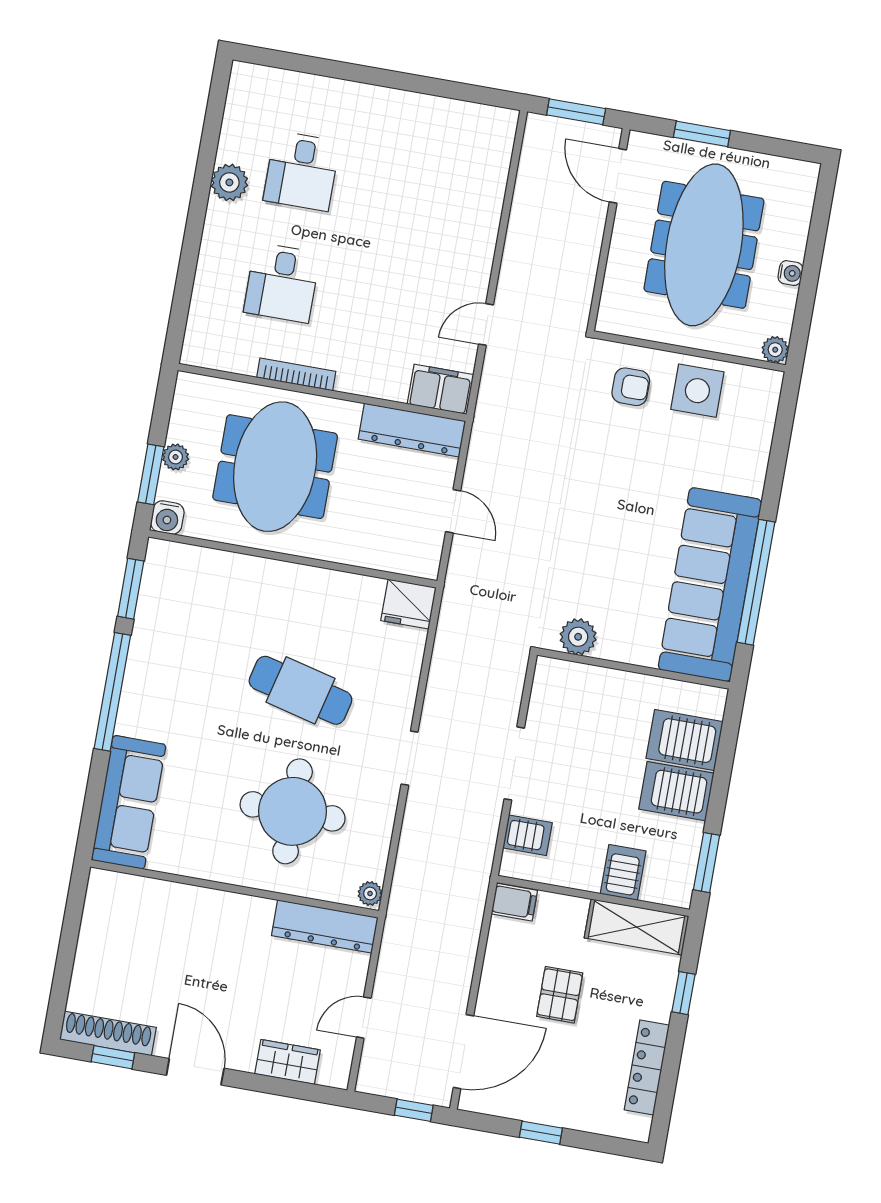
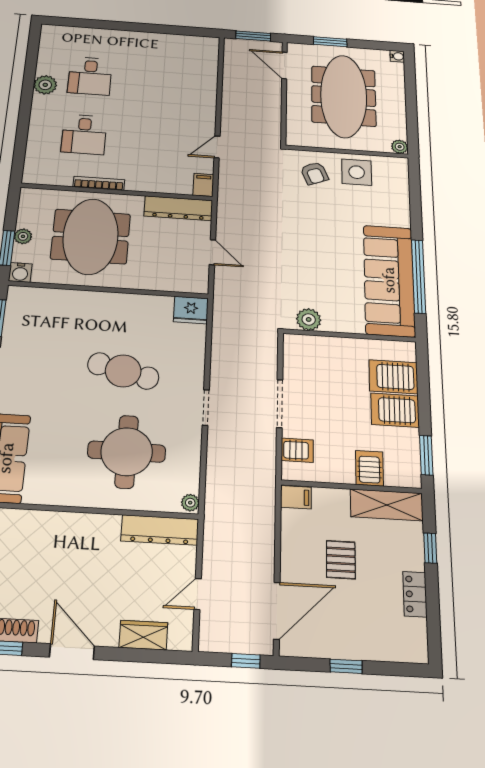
water cooler: (790, 273) -> (397, 56), moved
armchair: (631, 387) -> (314, 173), turned 68
filing cabinet: (440, 389) -> (203, 185), width x0.50
locker: (647, 1067) -> (415, 594), width x0.66

